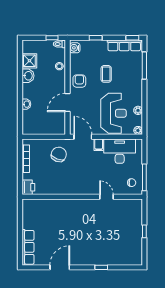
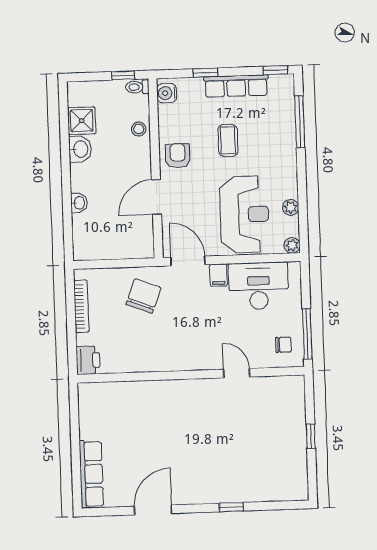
row of seats: (124, 45) -> (236, 86), moved

